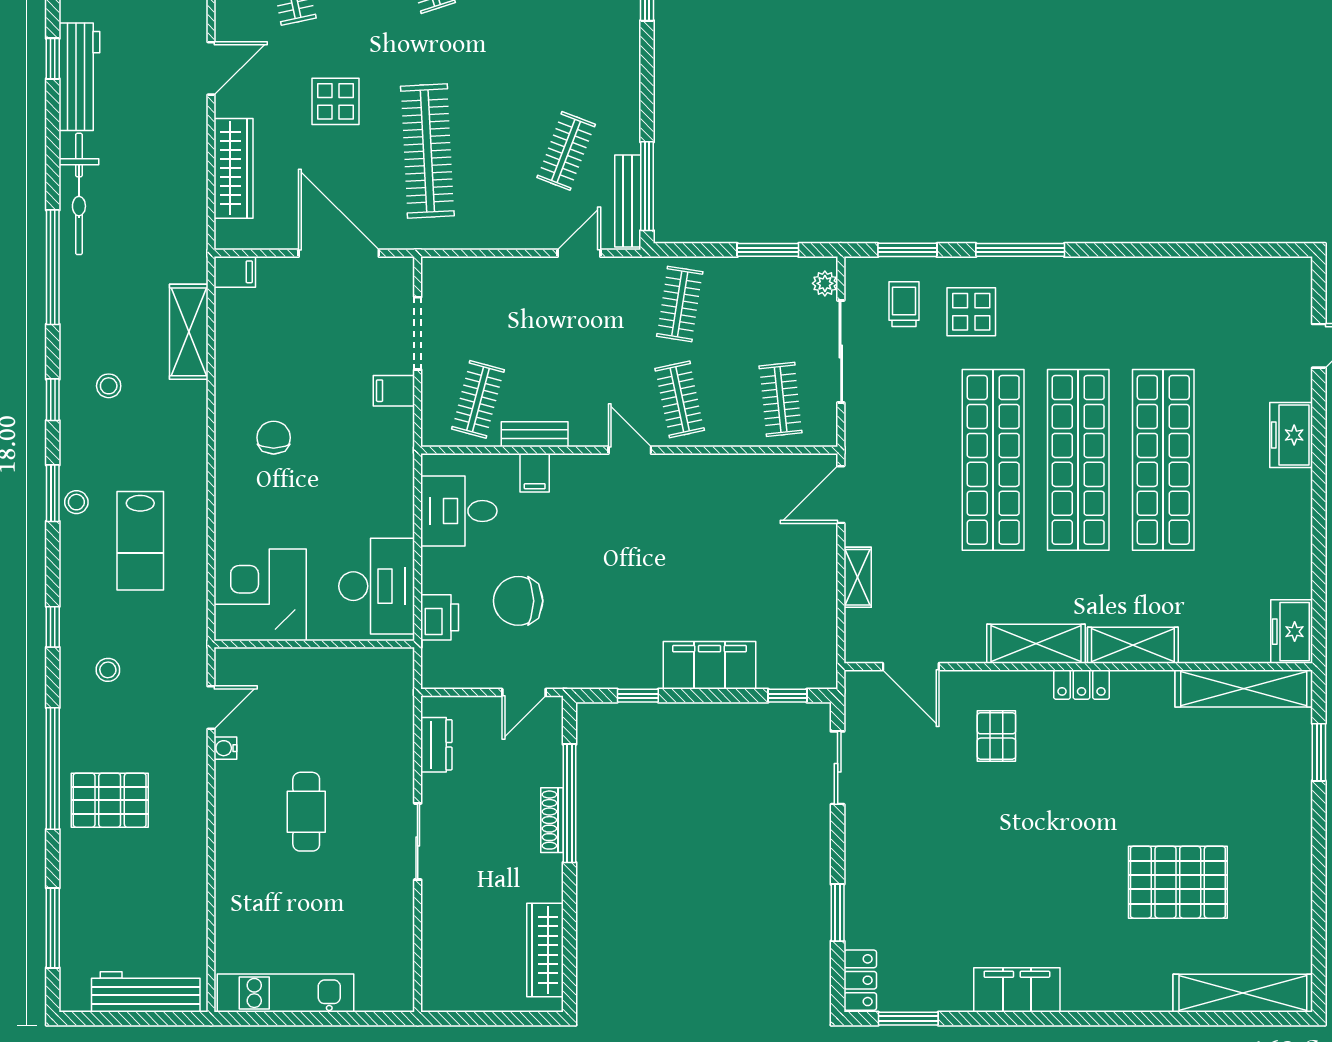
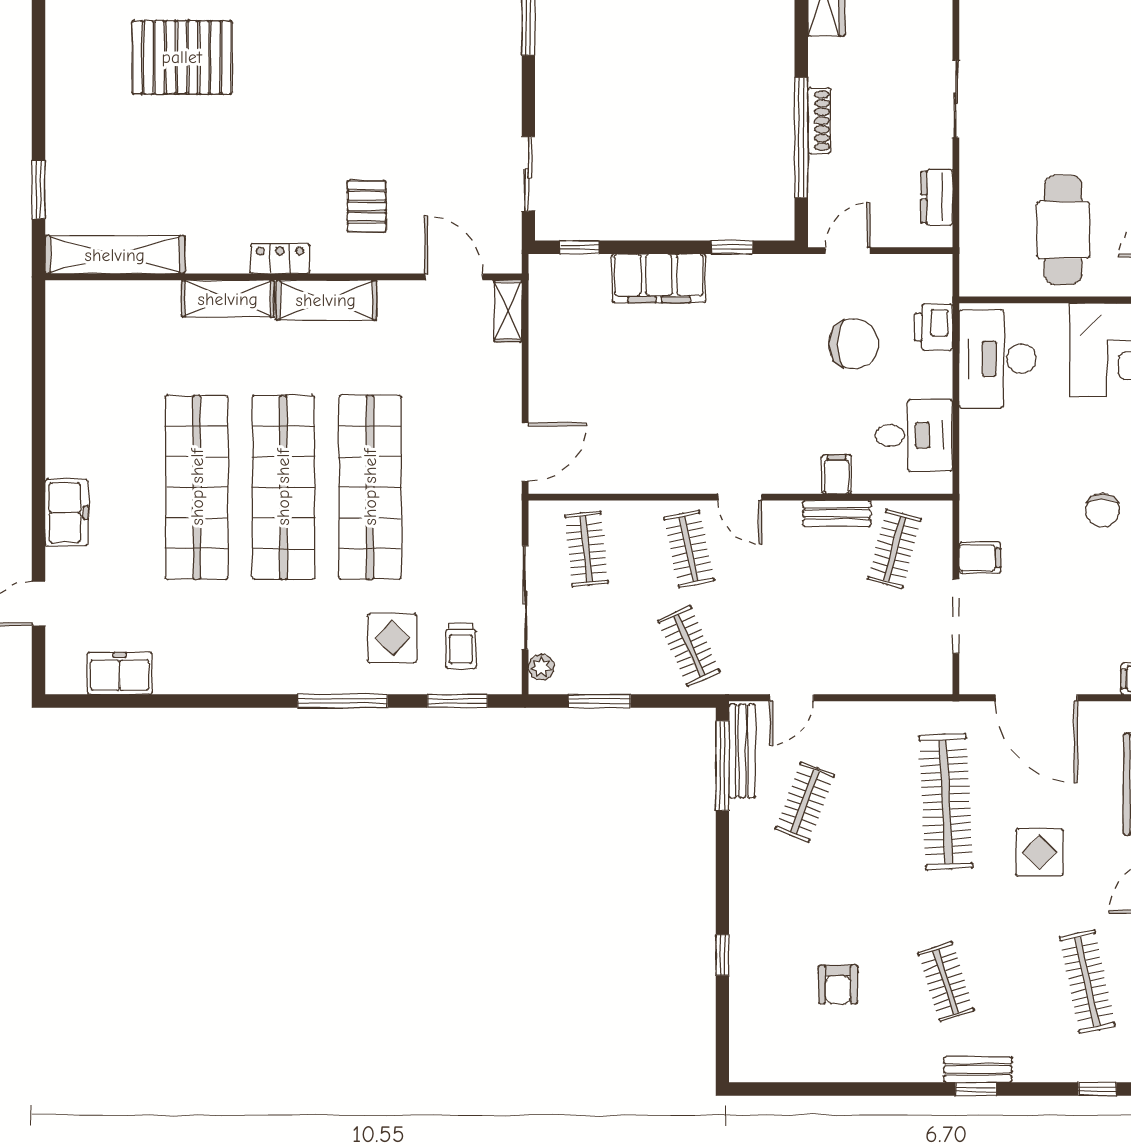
clothes rail: (680, 304) -> (689, 646), turned -33
shelving: (858, 577) -> (508, 311), moved
freezer: (1292, 632) -> (120, 673), moved, turned -90
cafe table: (306, 812) -> (1063, 230), moved, width x1.37, depth x1.35

